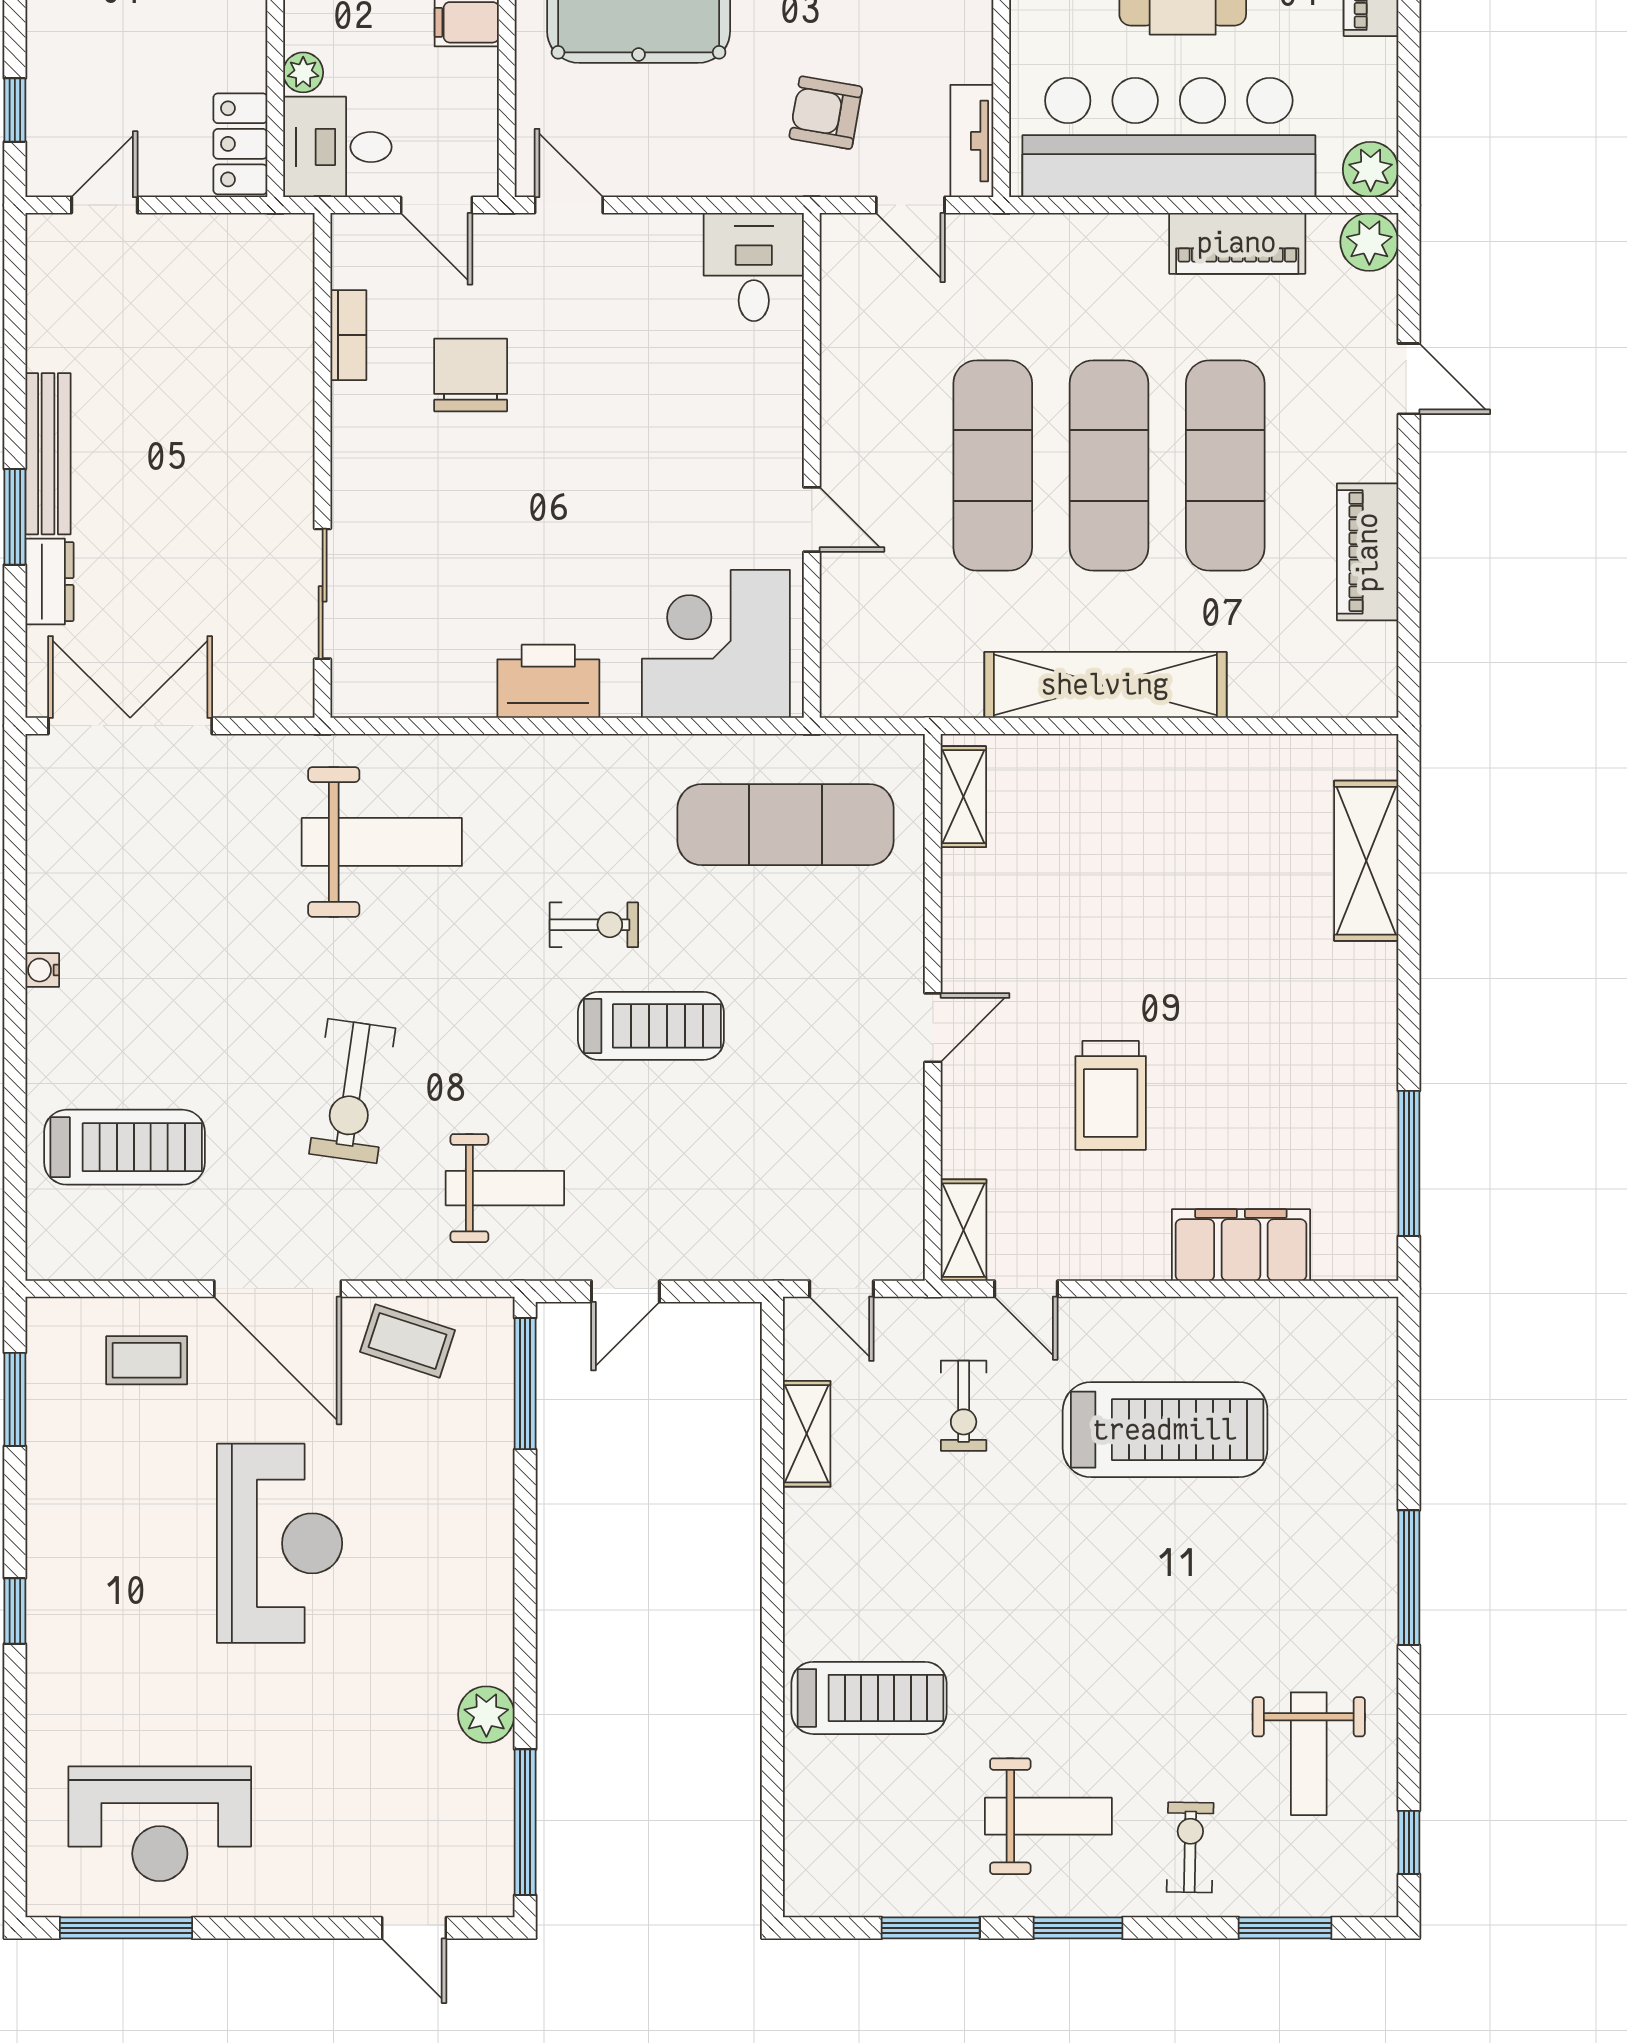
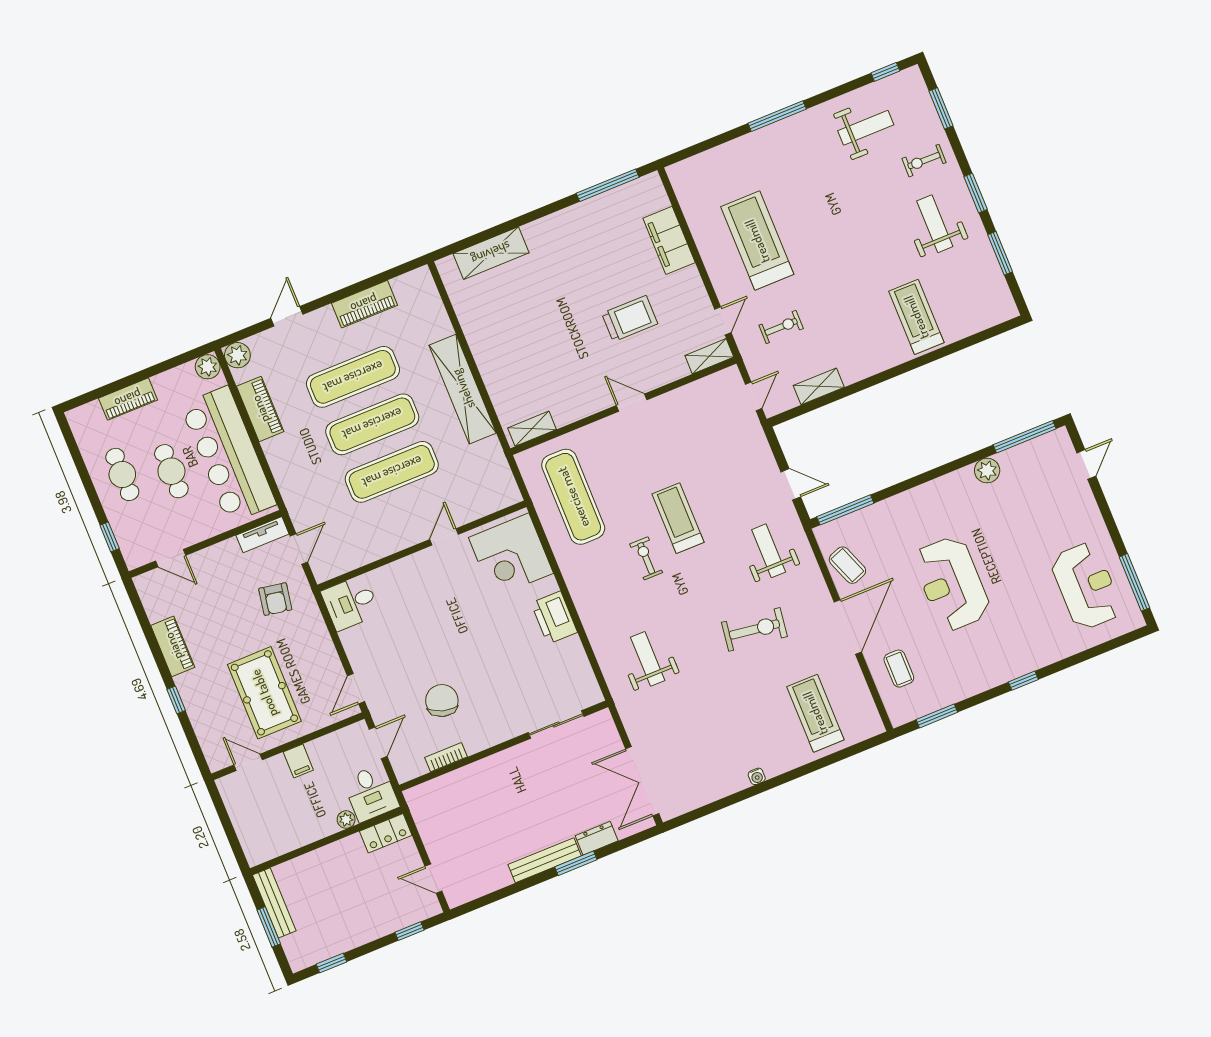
chair: (471, 375) -> (442, 701), turned 107
weight bench: (382, 842) -> (648, 659), width x0.73, depth x0.75
coffee table: (408, 1341) -> (847, 565), turned -39
reception desk: (280, 1543) -> (952, 584), turned -90

